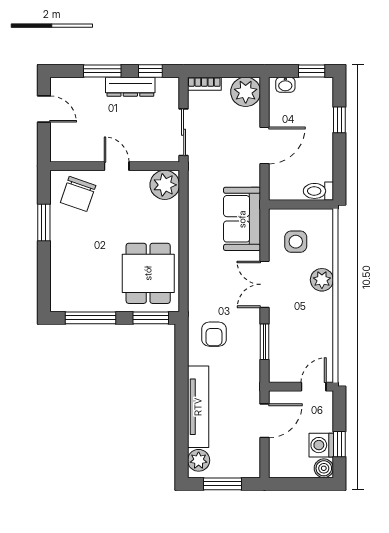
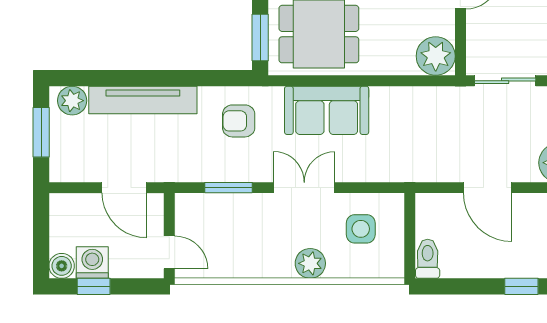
sofa: (242, 219) -> (327, 110), moved, turned 180

